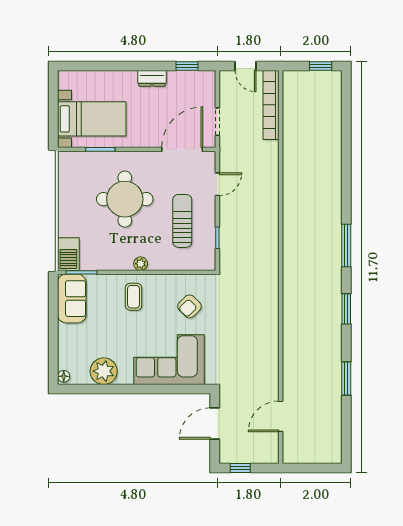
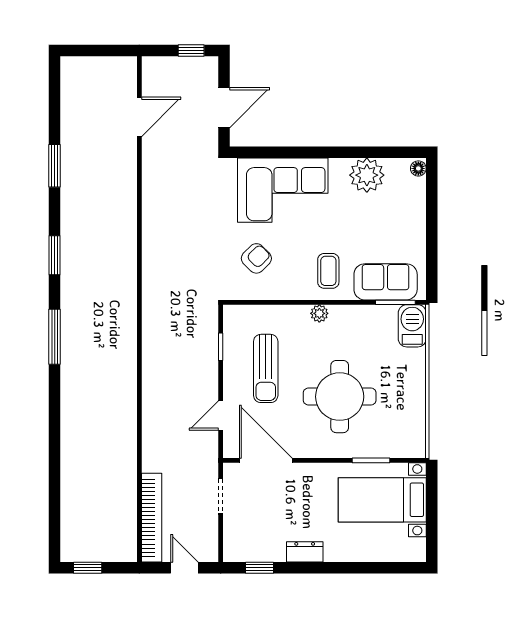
door: (182, 149) -> (266, 460), swing flipped
sofa: (72, 299) -> (386, 282), moved, turned 90

